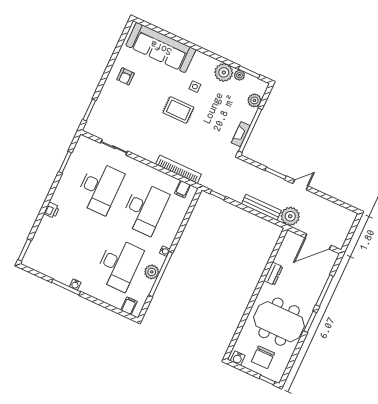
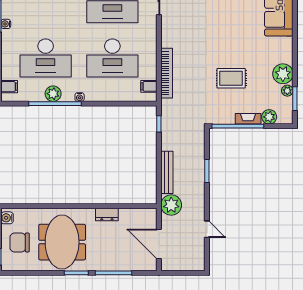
side table: (195, 87) -> (256, 52), removed
rug: (178, 110) -> (231, 78), moved, turned 90
fireplace: (241, 134) -> (248, 119), moved
door: (300, 185) -> (207, 229), moved

